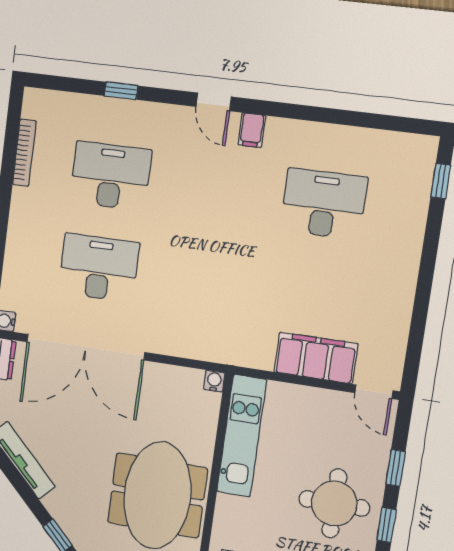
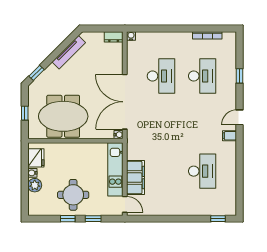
double door: (86, 347) -> (125, 102), moved
door: (374, 392) -> (125, 204), swing flipped
kitchen unit: (242, 436) -> (115, 169), moved, turned 90

